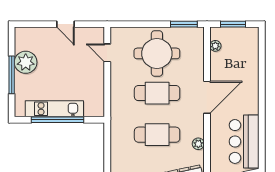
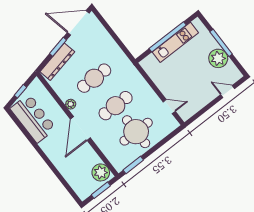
door: (65, 24) -> (228, 92), moved
plant: (215, 46) -> (101, 172), width x1.88, depth x1.88
plant: (198, 144) -> (71, 104), moved

